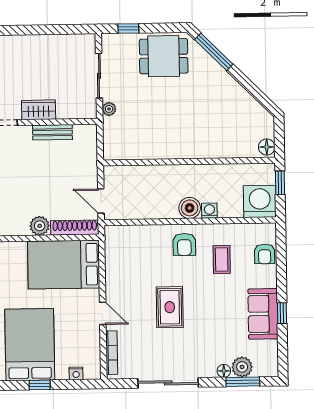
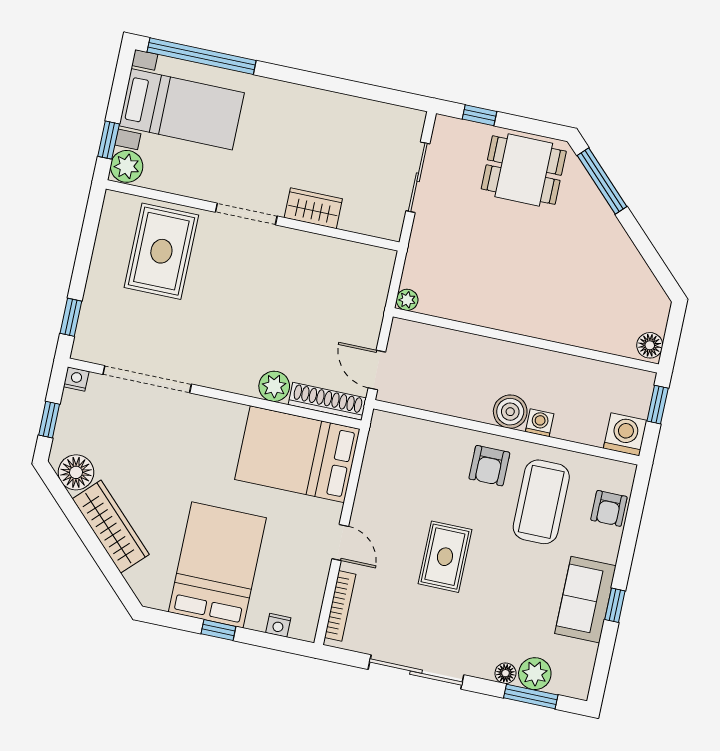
plant: (109, 109) -> (407, 300), moved
bench: (52, 132) -> (327, 248), removed
washing machine: (260, 201) -> (625, 434), width x0.73, depth x0.73
coffee table: (222, 259) -> (541, 502), width x1.86, depth x1.72

